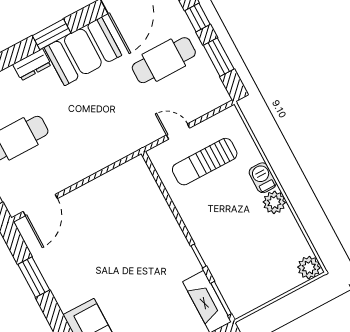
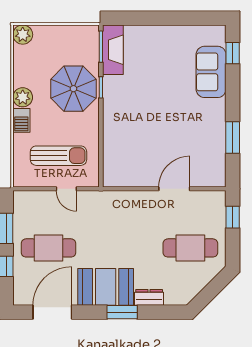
door: (40, 205) -> (174, 189), moved
parasol: (226, 239) -> (73, 89), added

